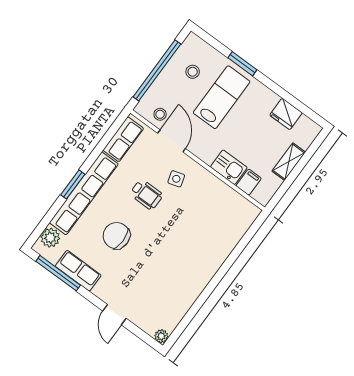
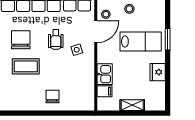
stool: (193, 72) -> (129, 9), moved
fridge: (286, 114) -> (158, 72), moved
chair: (210, 247) -> (52, 96), added
coffee table: (152, 253) -> (26, 66), added

